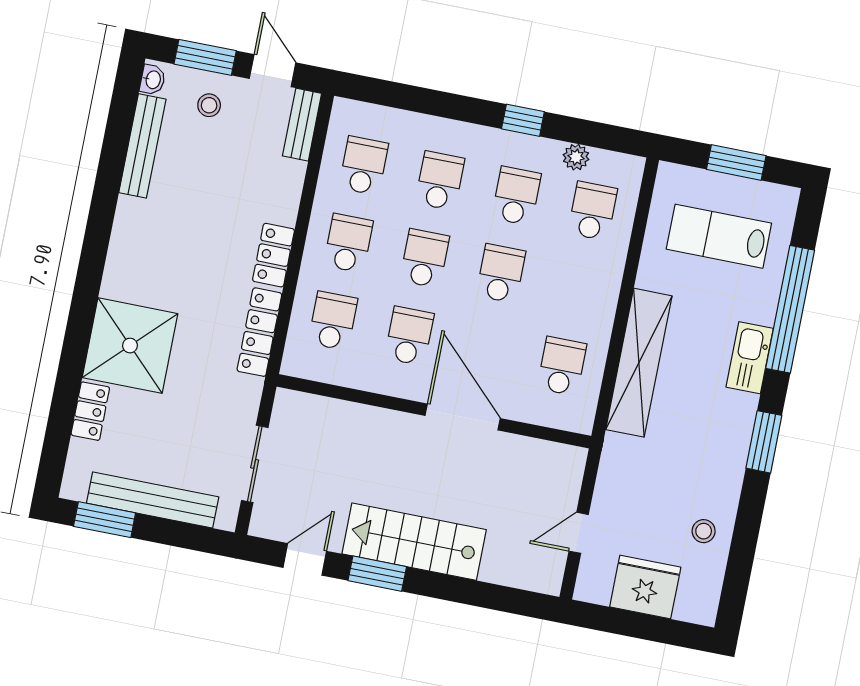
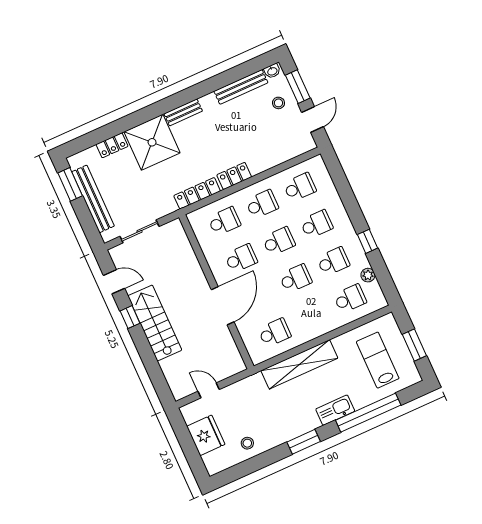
bench: (302, 125) -> (183, 112), moved
window: (377, 574) -> (130, 317), width x0.67

